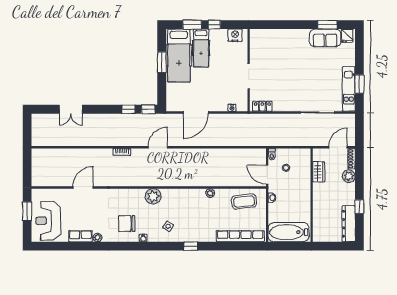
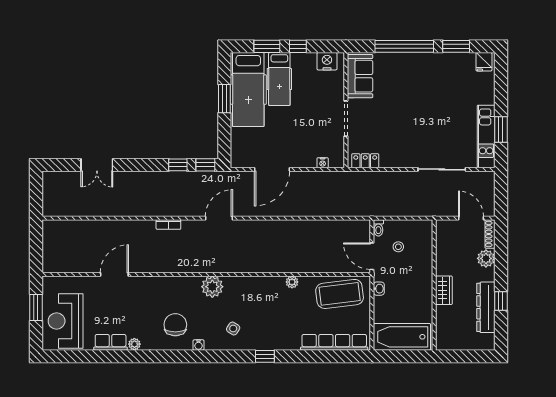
window: (290, 25) -> (404, 46), added
sofa: (325, 38) -> (360, 76), moved, turned -90
door: (338, 147) -> (471, 218), hinge flipped
wardrobe: (319, 172) -> (444, 290), moved
coffee table: (244, 202) -> (340, 294), width x1.36, depth x1.32
chair: (127, 224) -> (175, 325), turned 90
dresser: (349, 224) -> (486, 307), moved

